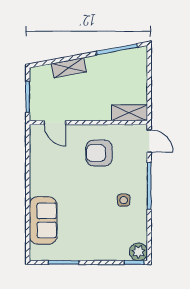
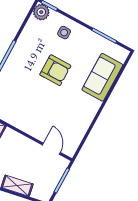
armchair: (99, 153) -> (55, 70), moved
side table: (124, 200) -> (64, 33), moved

